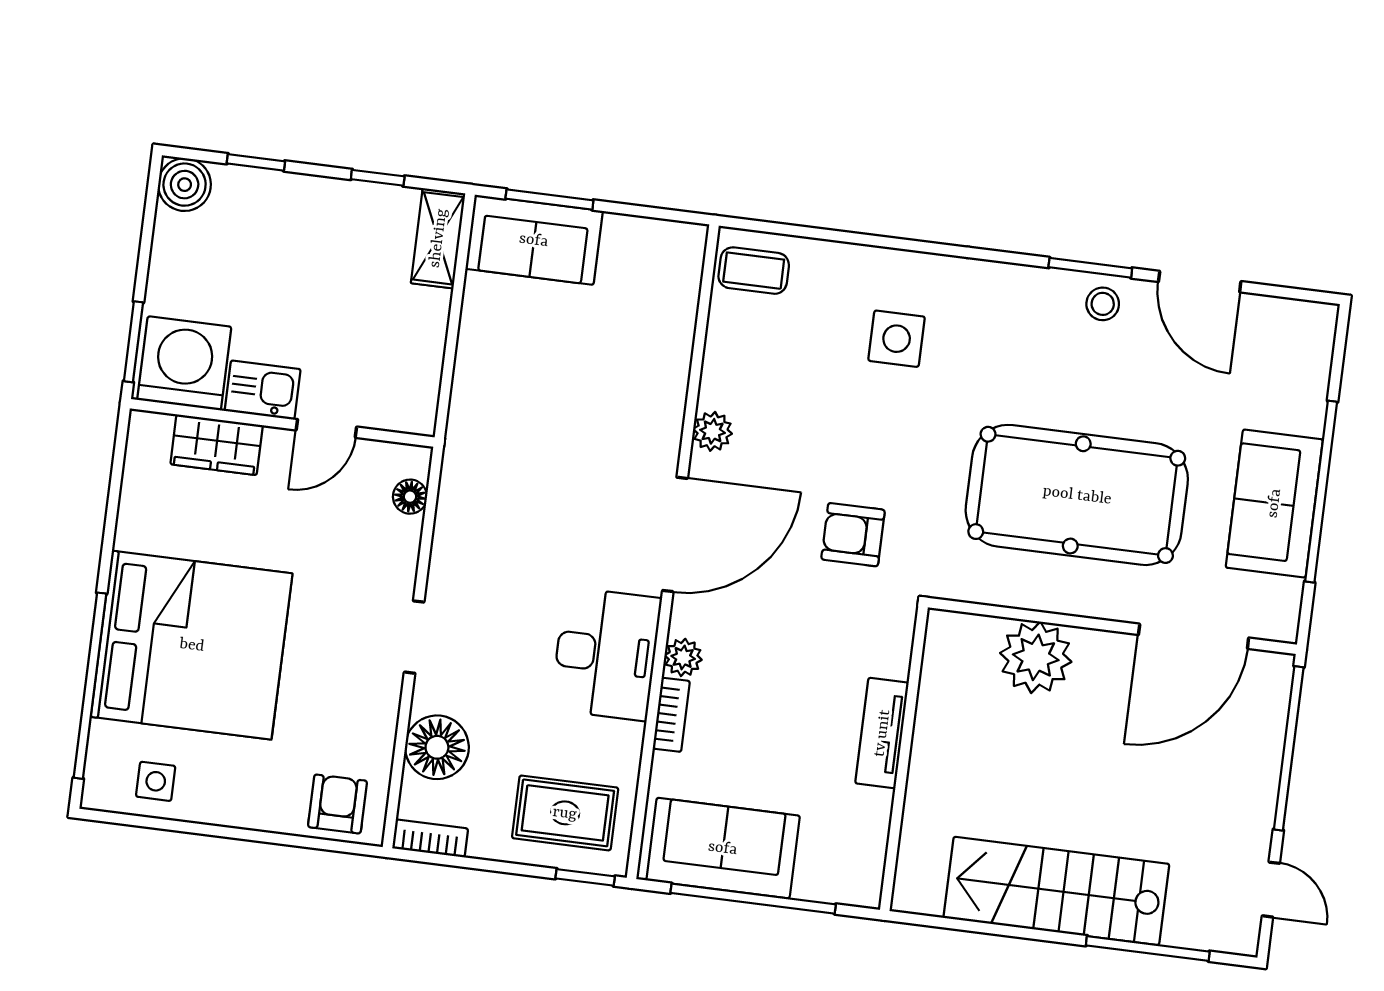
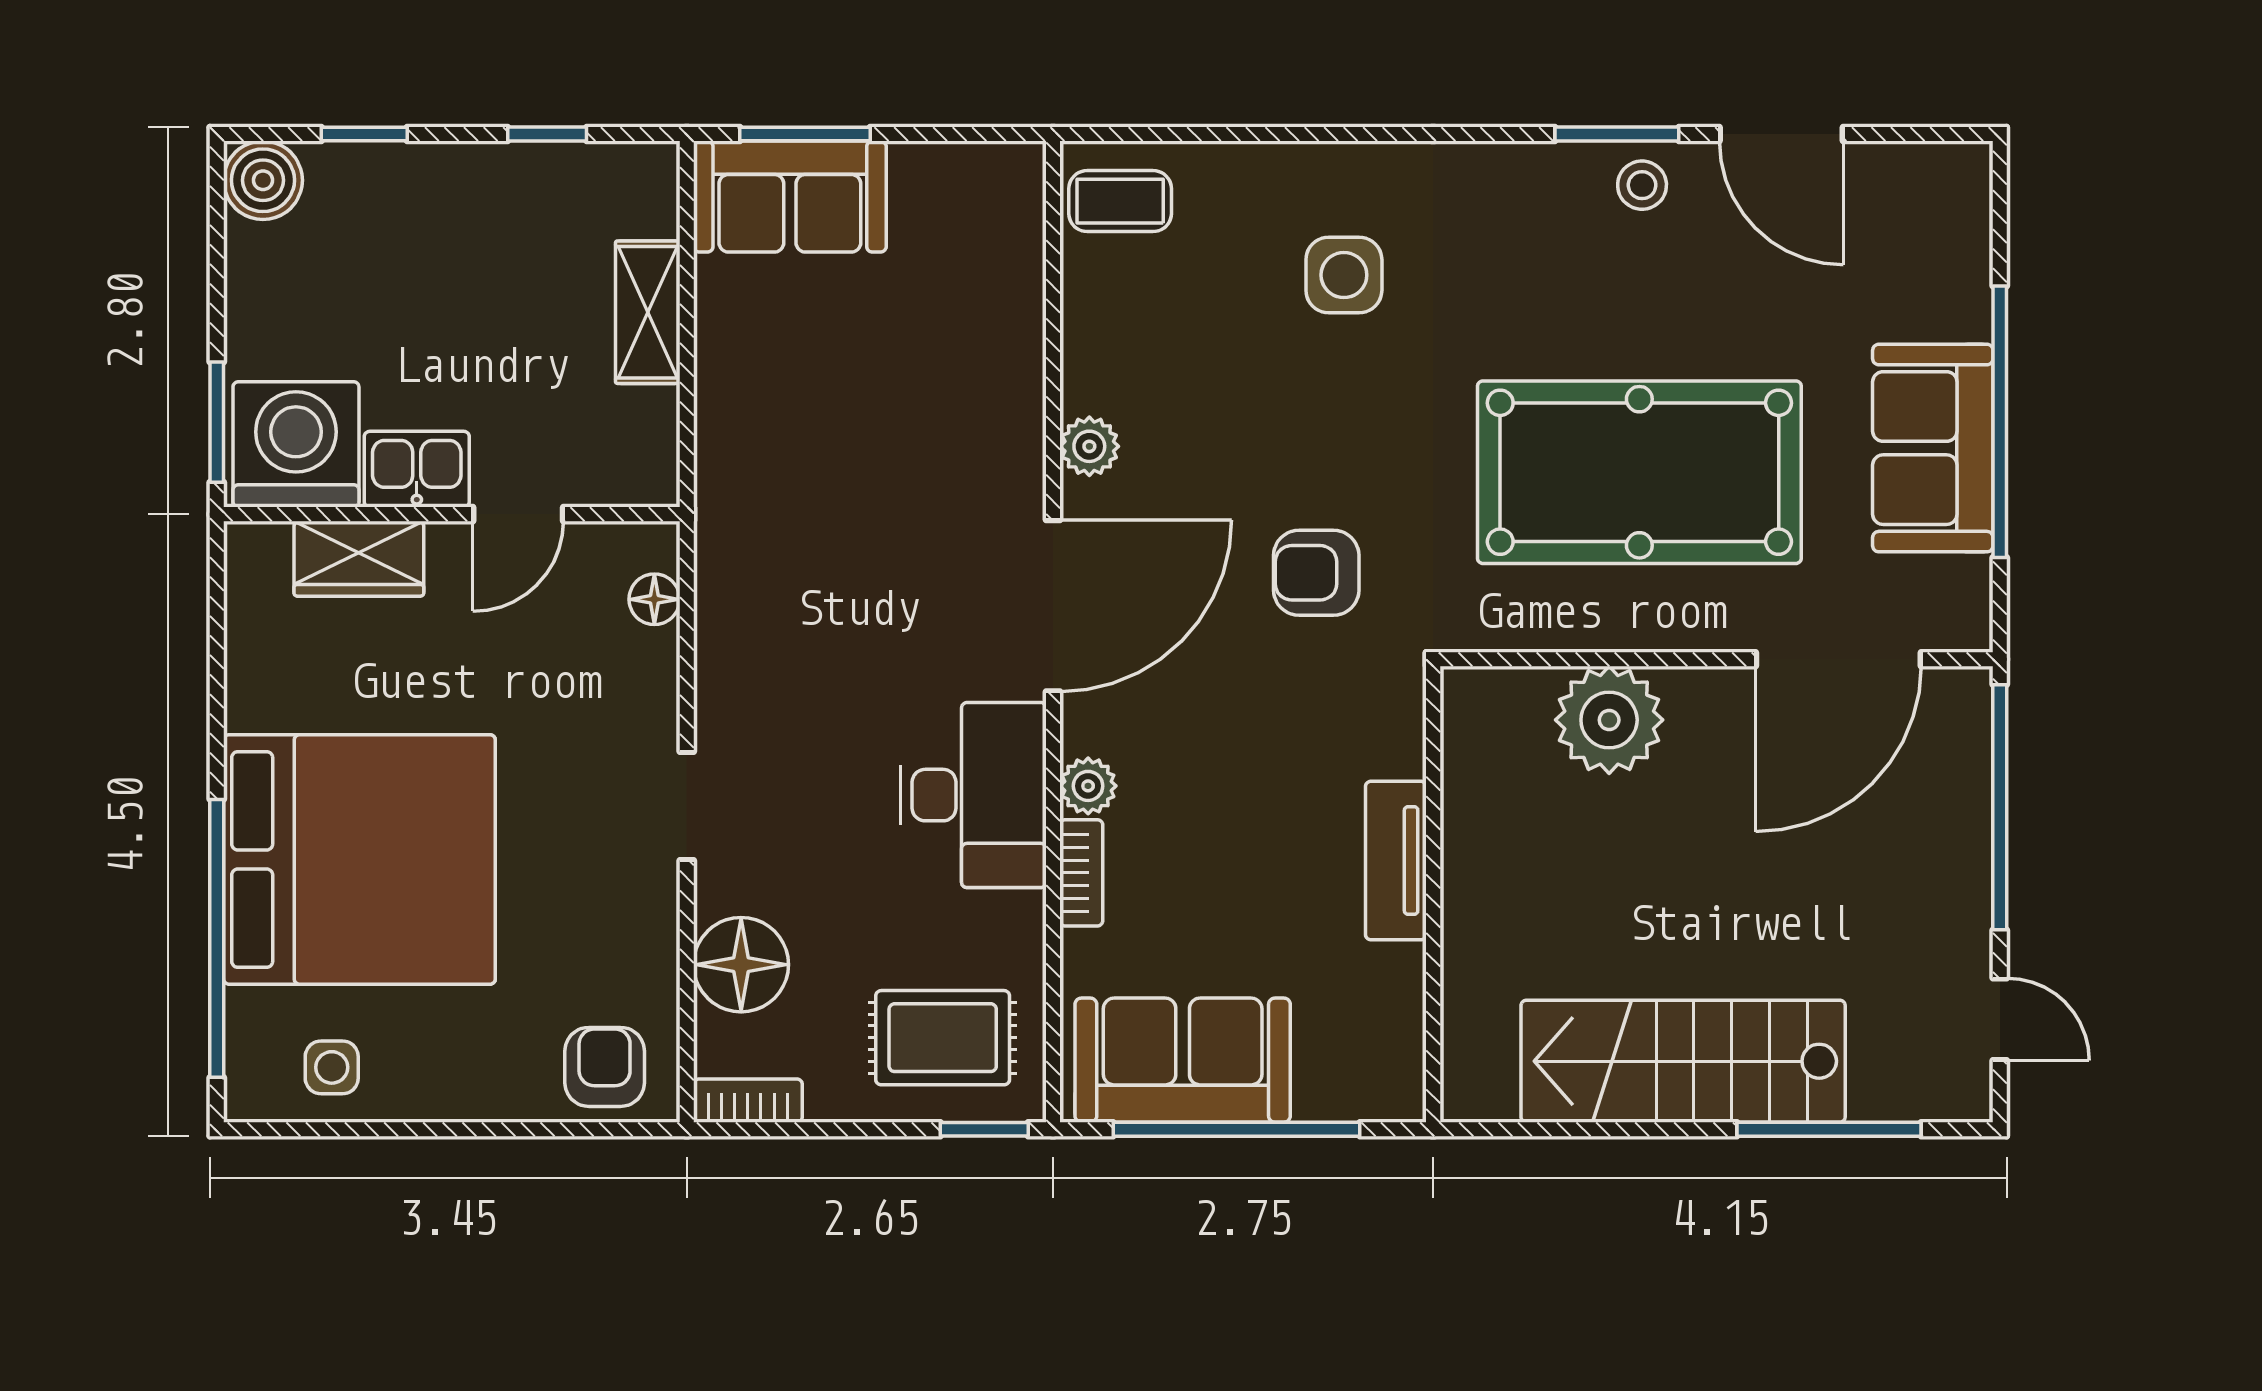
shelving: (438, 238) -> (648, 312), moved

